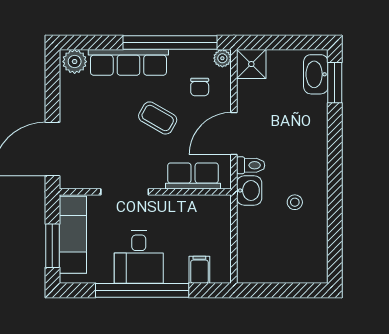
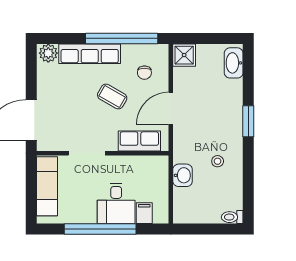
plant: (222, 58) -> (162, 51), removed
window: (335, 83) -> (248, 121), moved
toilet: (251, 165) -> (232, 217), moved, turned 180
washbasin: (249, 190) -> (183, 175), moved
window: (52, 246) -> (31, 195), removed
desk: (139, 257) -> (116, 203), moved

